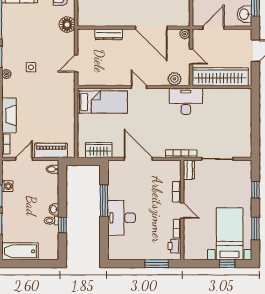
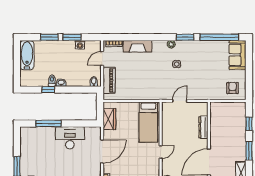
floor lamp: (67, 25) -> (211, 93), removed
door: (76, 63) -> (180, 101), hinge flipped
door: (24, 159) -> (102, 58), swing flipped
window: (104, 201) -> (48, 123), moved
desk: (122, 218) -> (70, 138), moved

